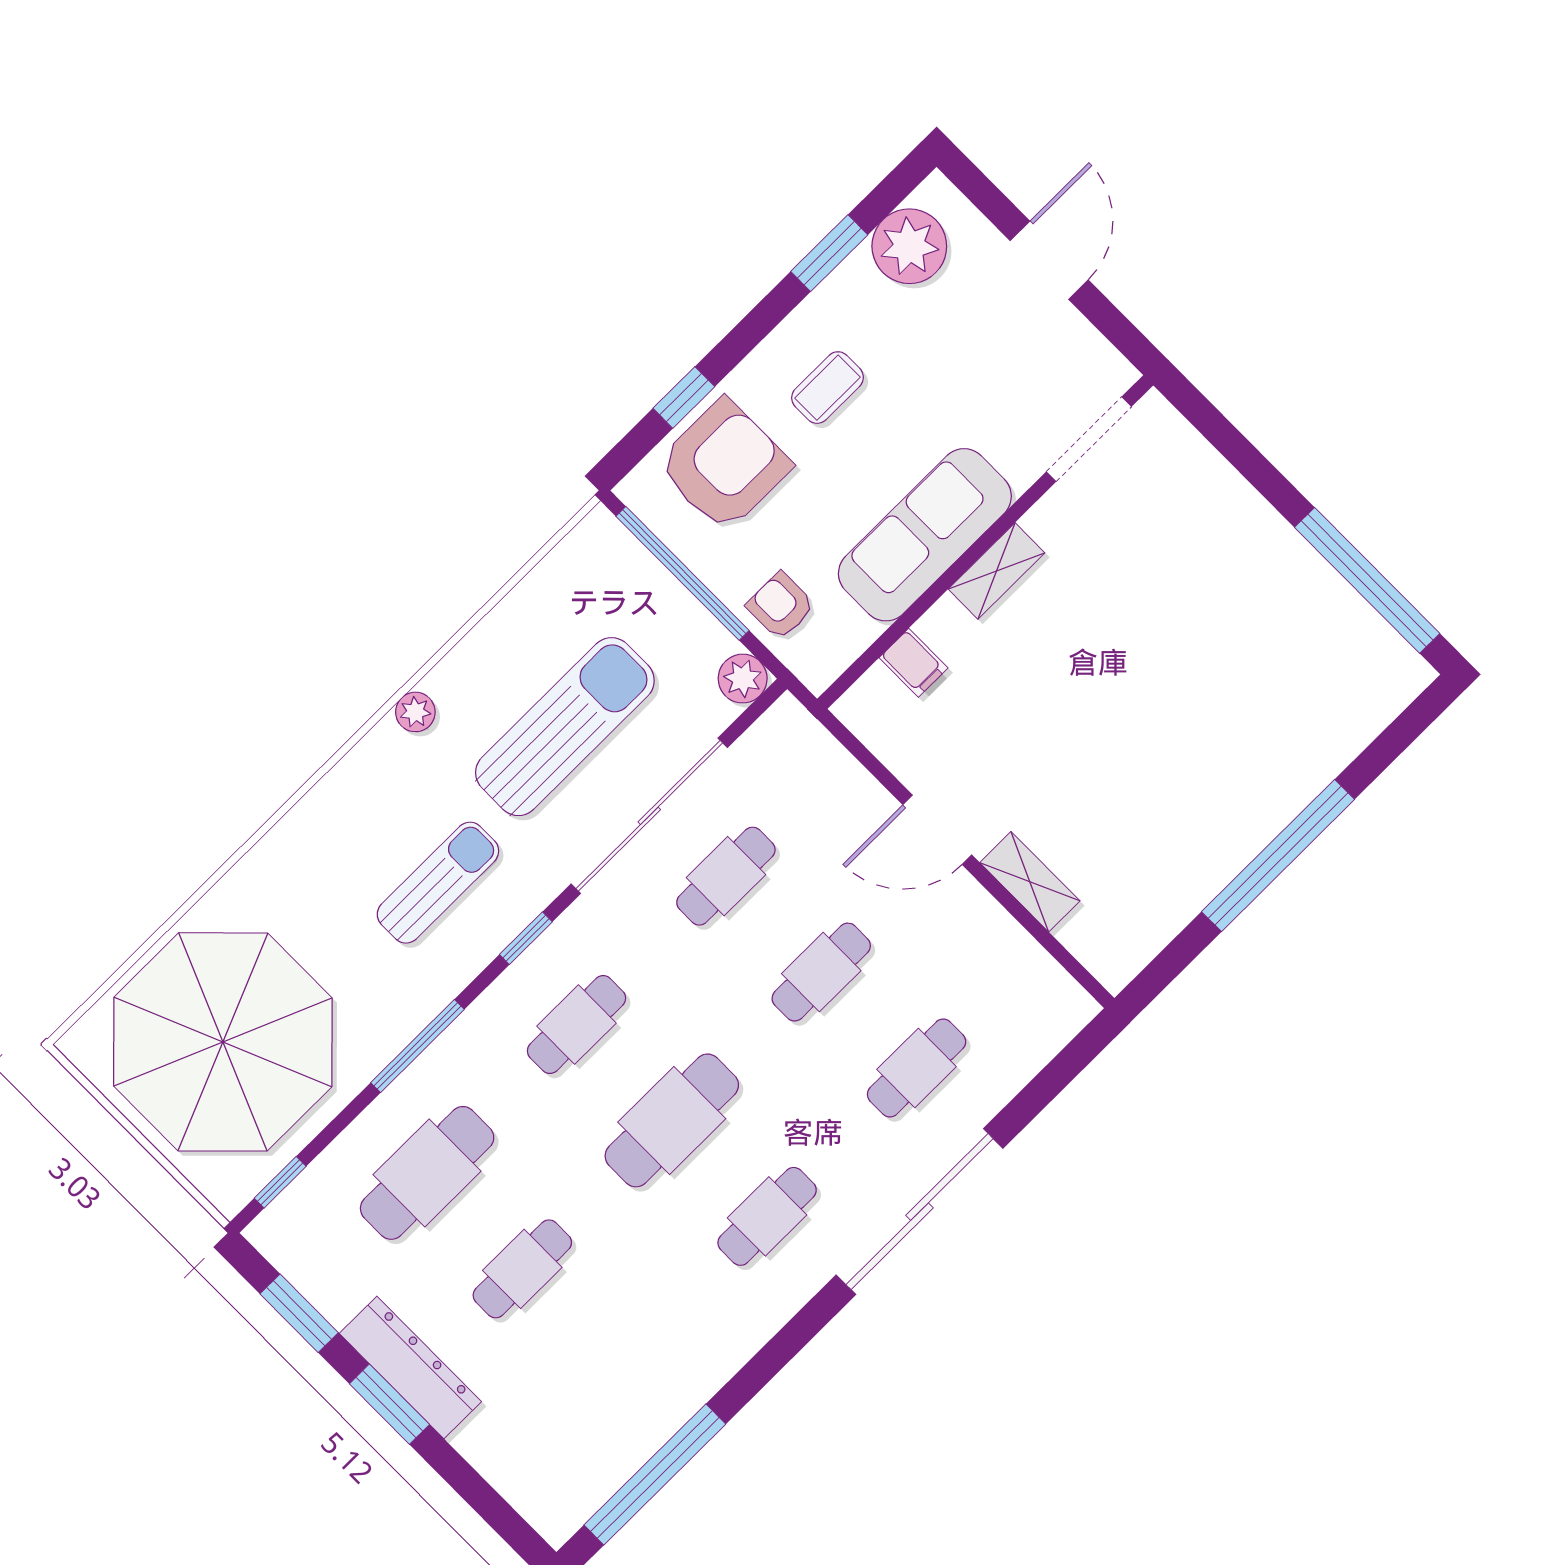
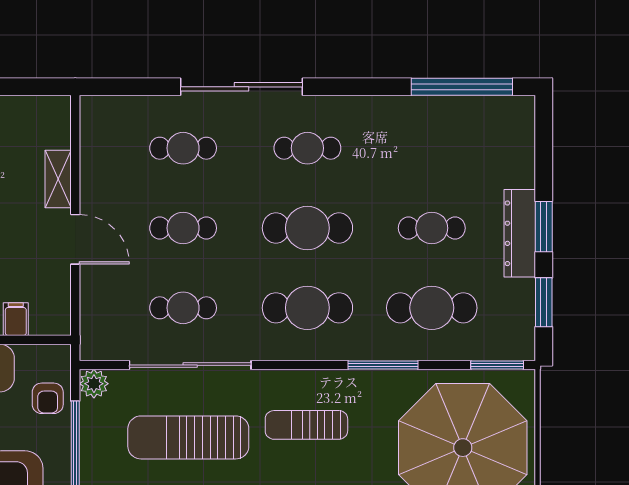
window: (526, 938) -> (293, 365), removed
cafe table: (576, 1025) -> (307, 308), width x1.37, depth x1.35
window: (280, 1182) -> (497, 365), width x1.50

